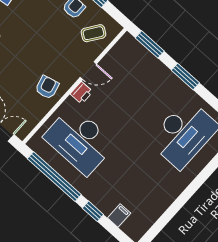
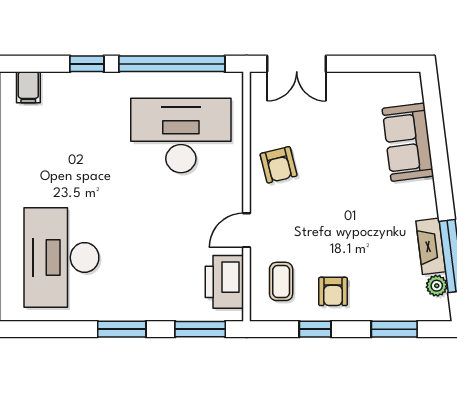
coffee table: (93, 33) -> (281, 281), turned -35
printer: (82, 93) -> (224, 282), moved, width x1.87, depth x1.48
filing cabinet: (119, 215) -> (28, 87), moved

